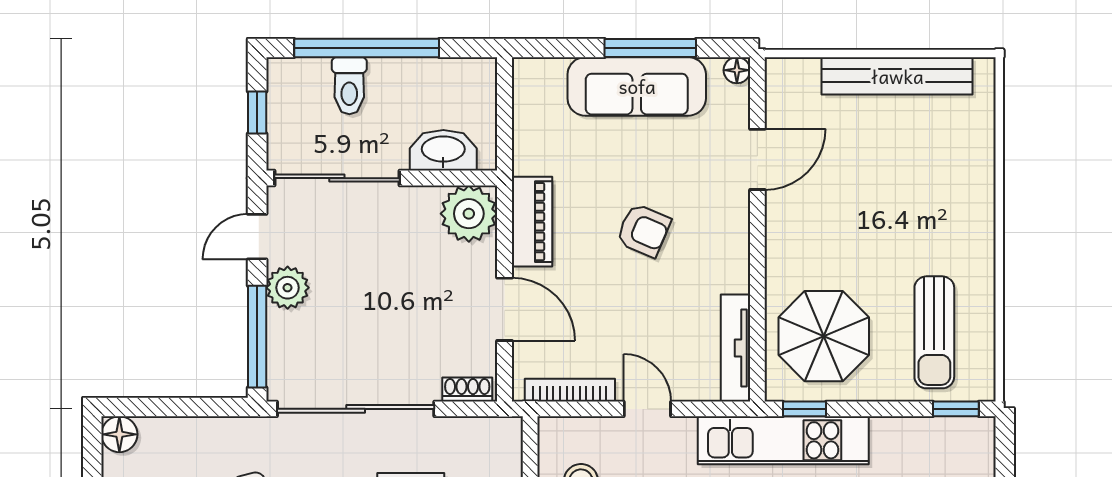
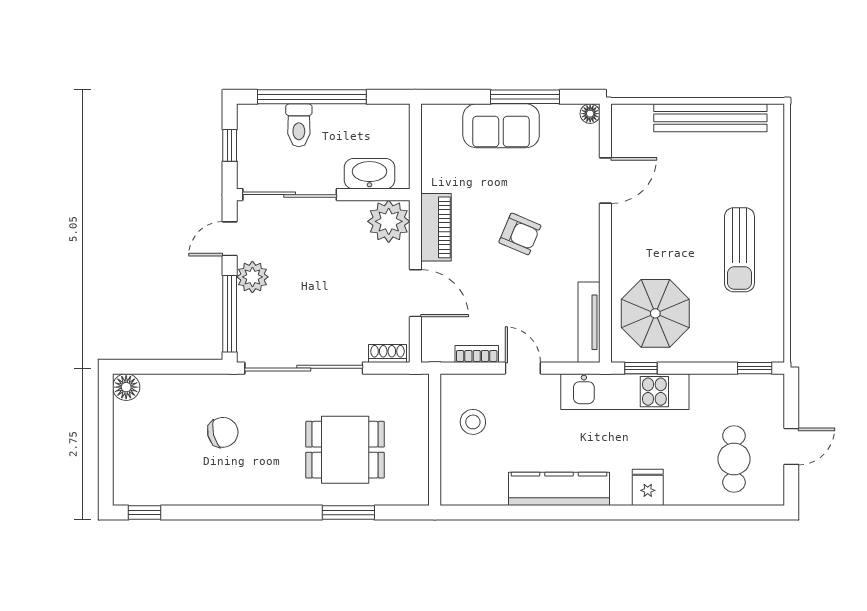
sofa: (637, 86) -> (501, 126), width x0.73
sun lounger: (934, 332) -> (739, 250), moved
bookcase: (570, 390) -> (477, 354), width x0.64

